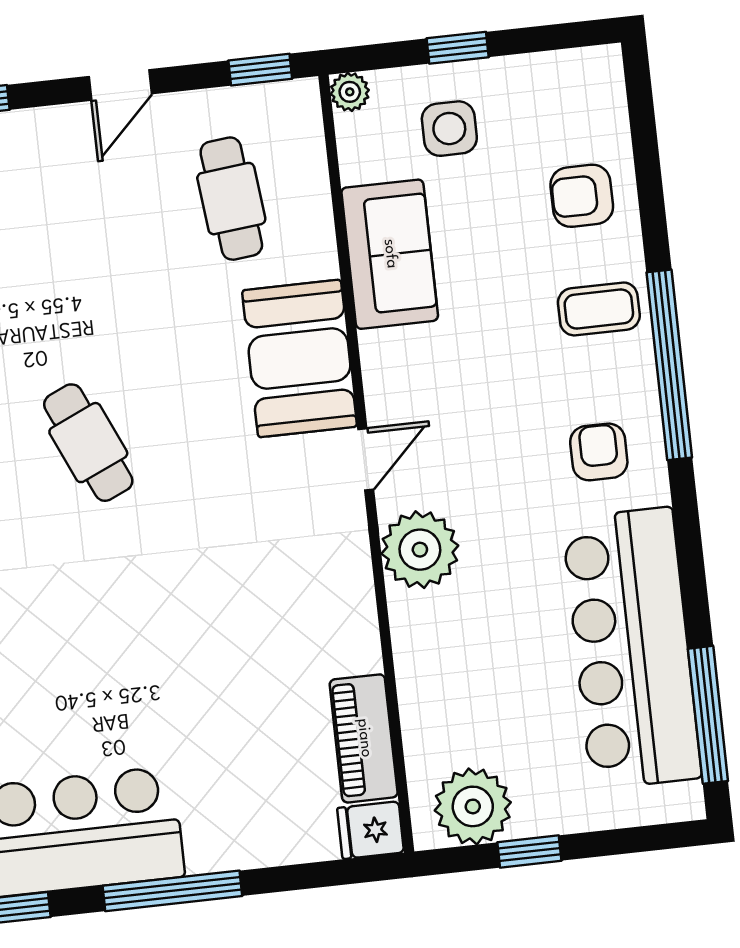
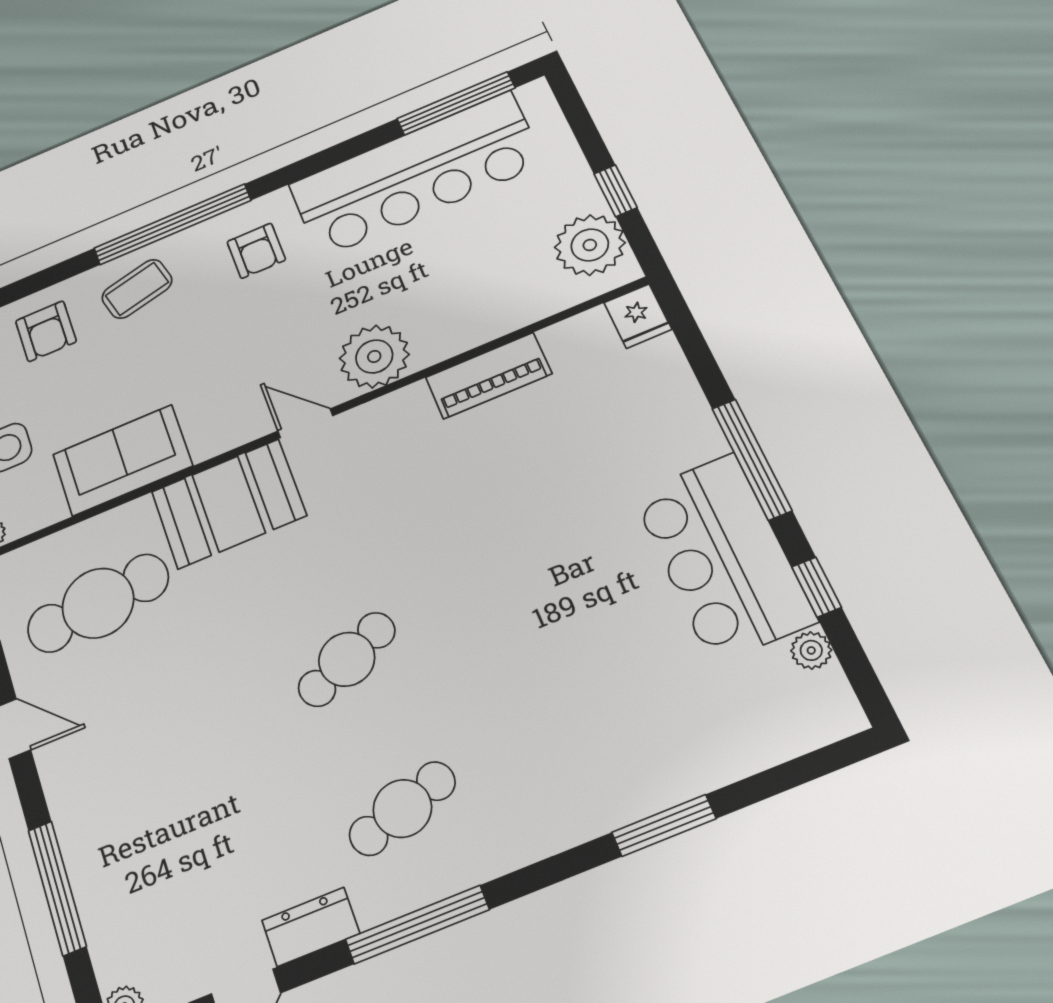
cafe table: (231, 199) -> (98, 603), width x1.37, depth x1.35
coffee table: (599, 309) -> (137, 289), turned 76
armchair: (599, 452) -> (256, 251), turned -90
piano: (364, 738) -> (488, 376), moved

